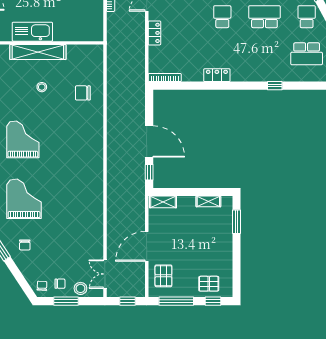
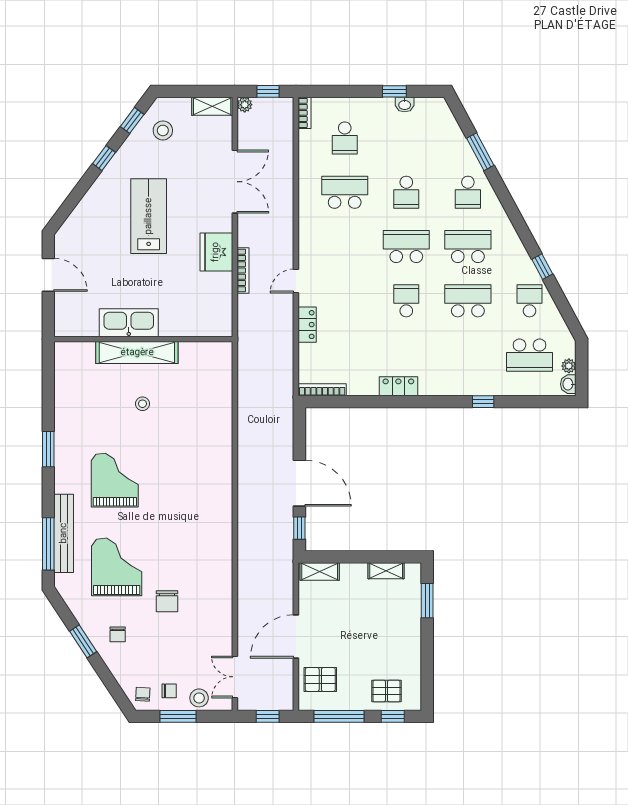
chair: (83, 93) -> (167, 601), moved, turned -90
pallet: (163, 276) -> (320, 679), turned 90

